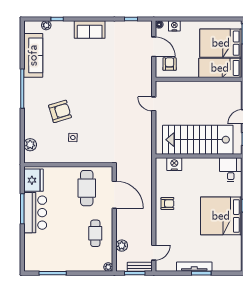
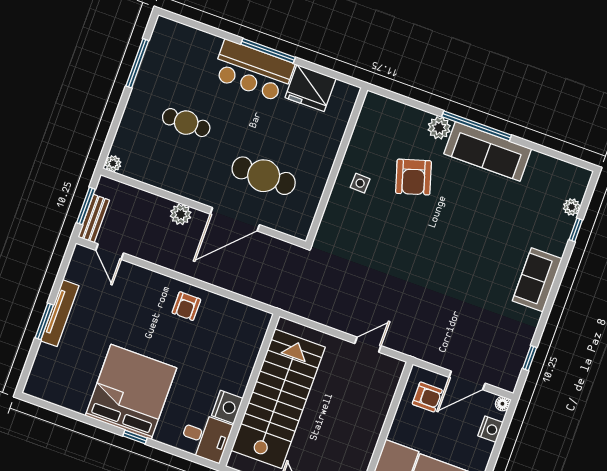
sofa: (33, 55) -> (488, 151), moved
plant: (30, 145) -> (439, 128), moved
nightstand: (174, 164) -> (227, 407), moved
wall: (68, 165) -> (337, 166), moved
cafe table: (95, 233) -> (186, 123), moved
plant: (122, 246) -> (181, 214), moved

